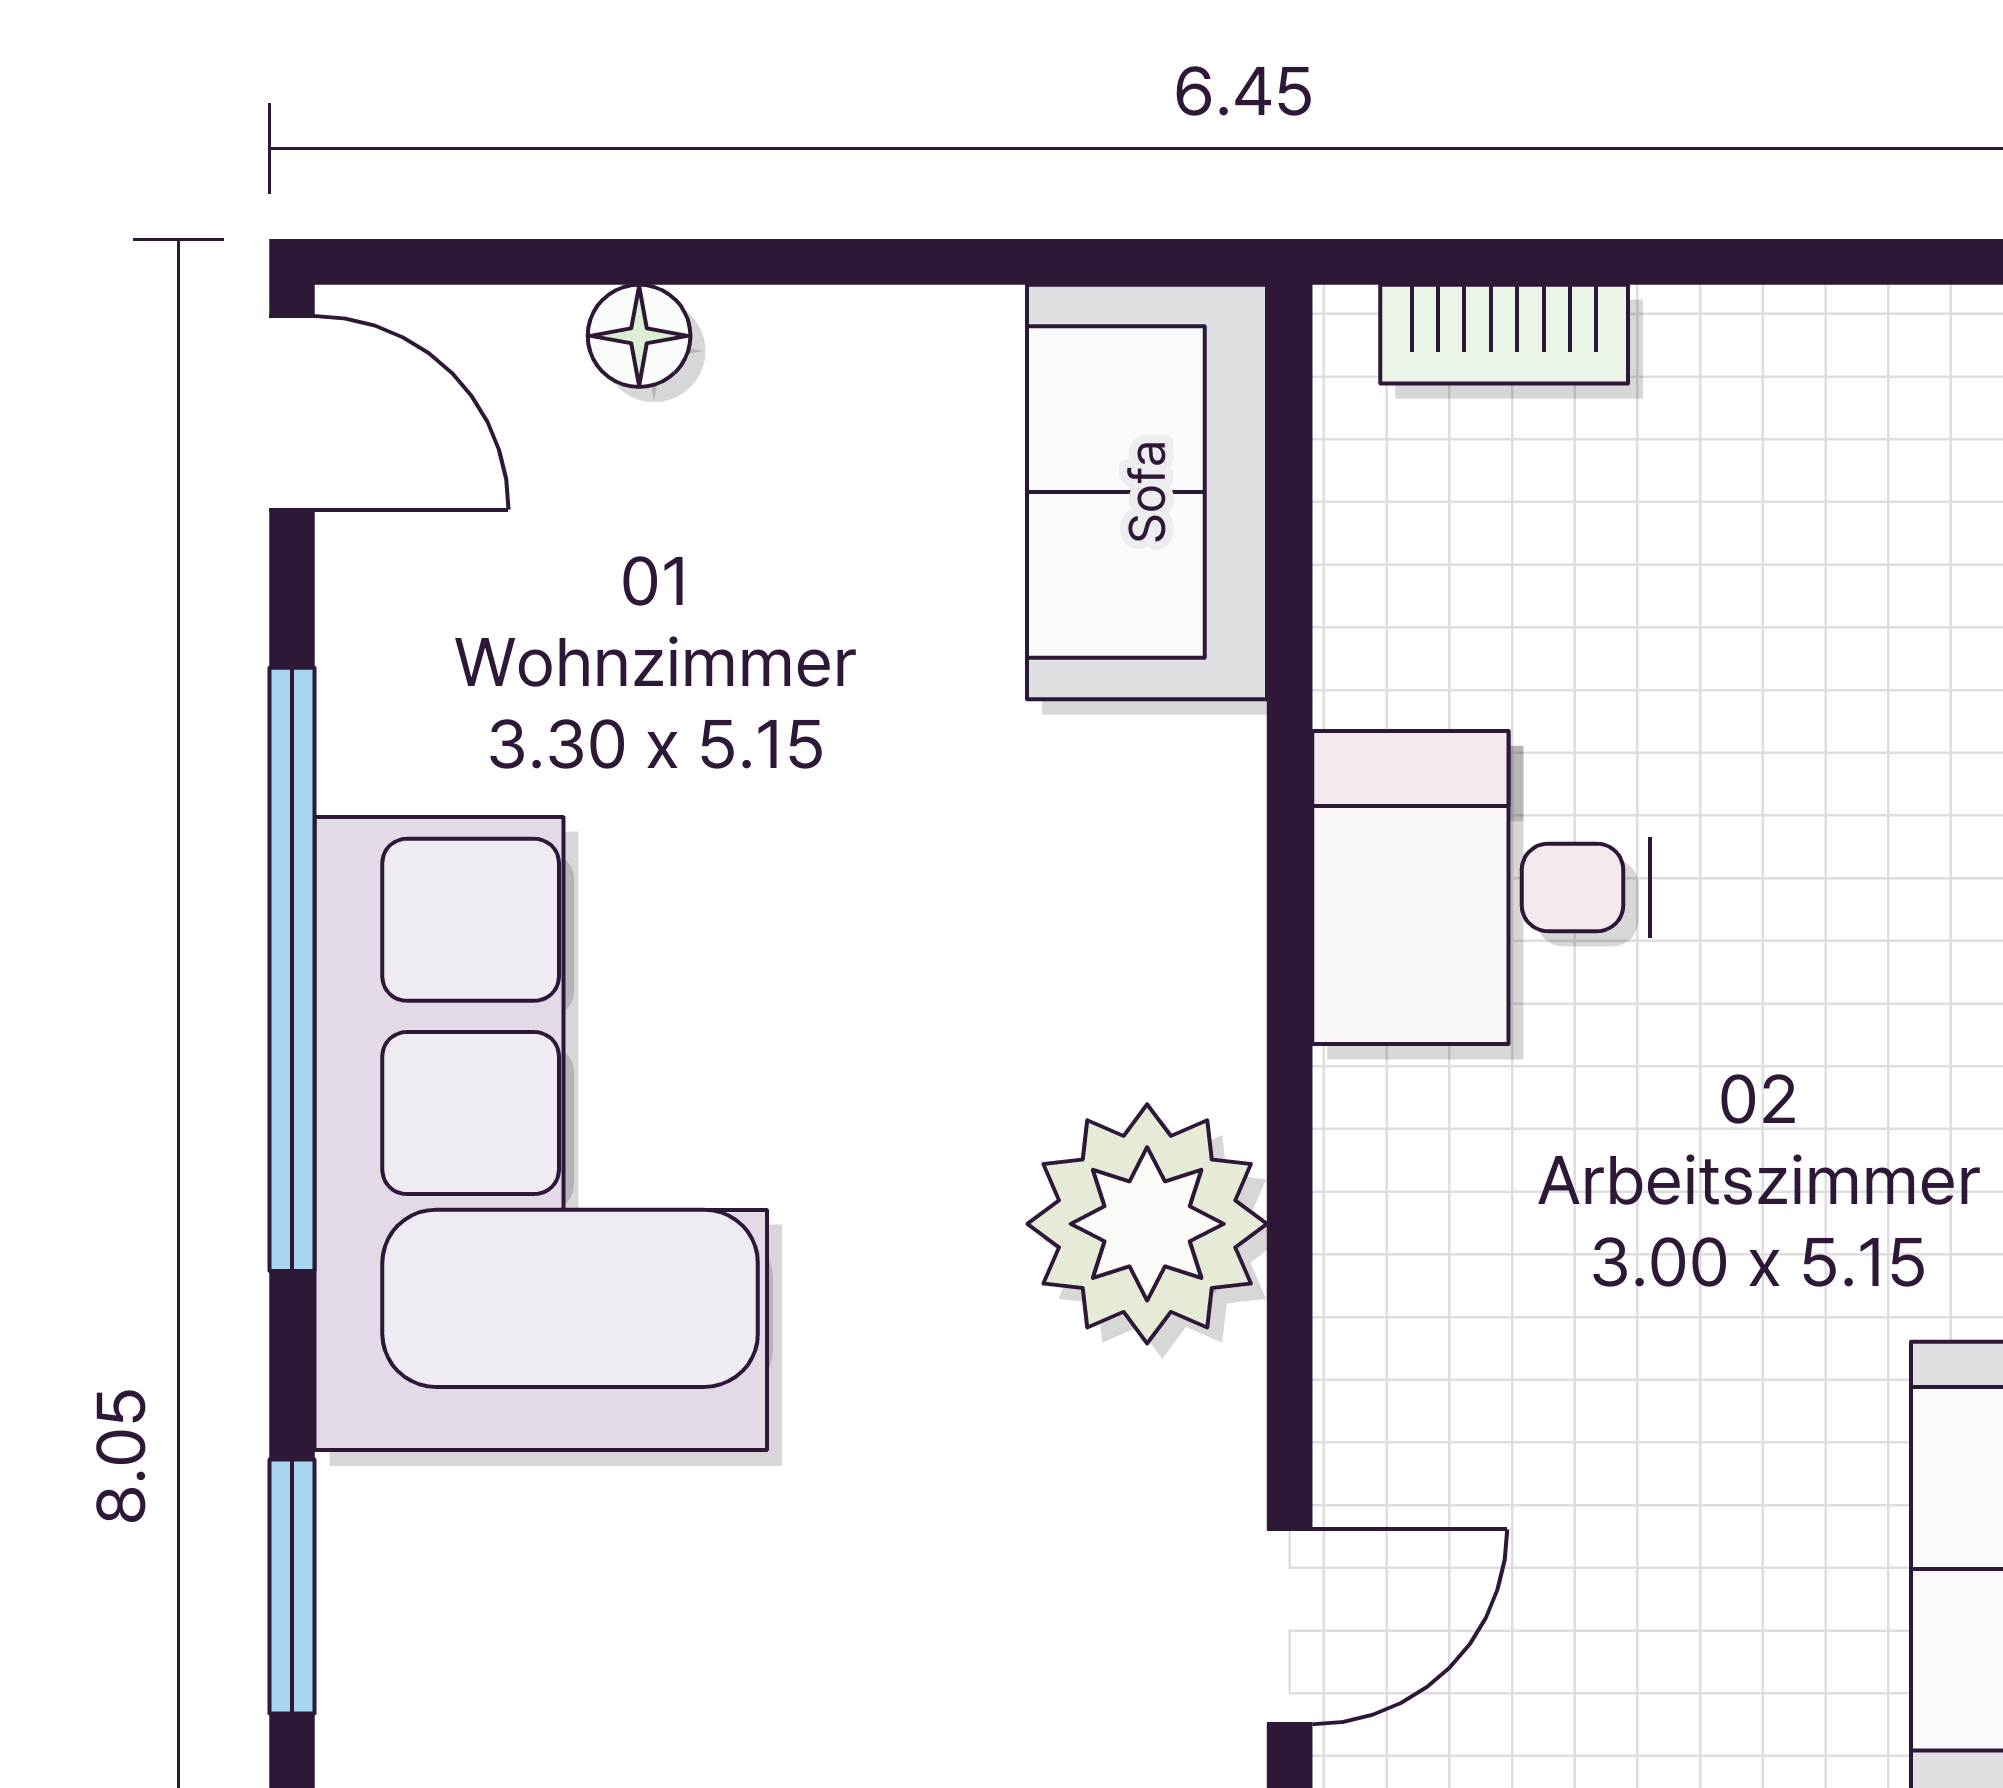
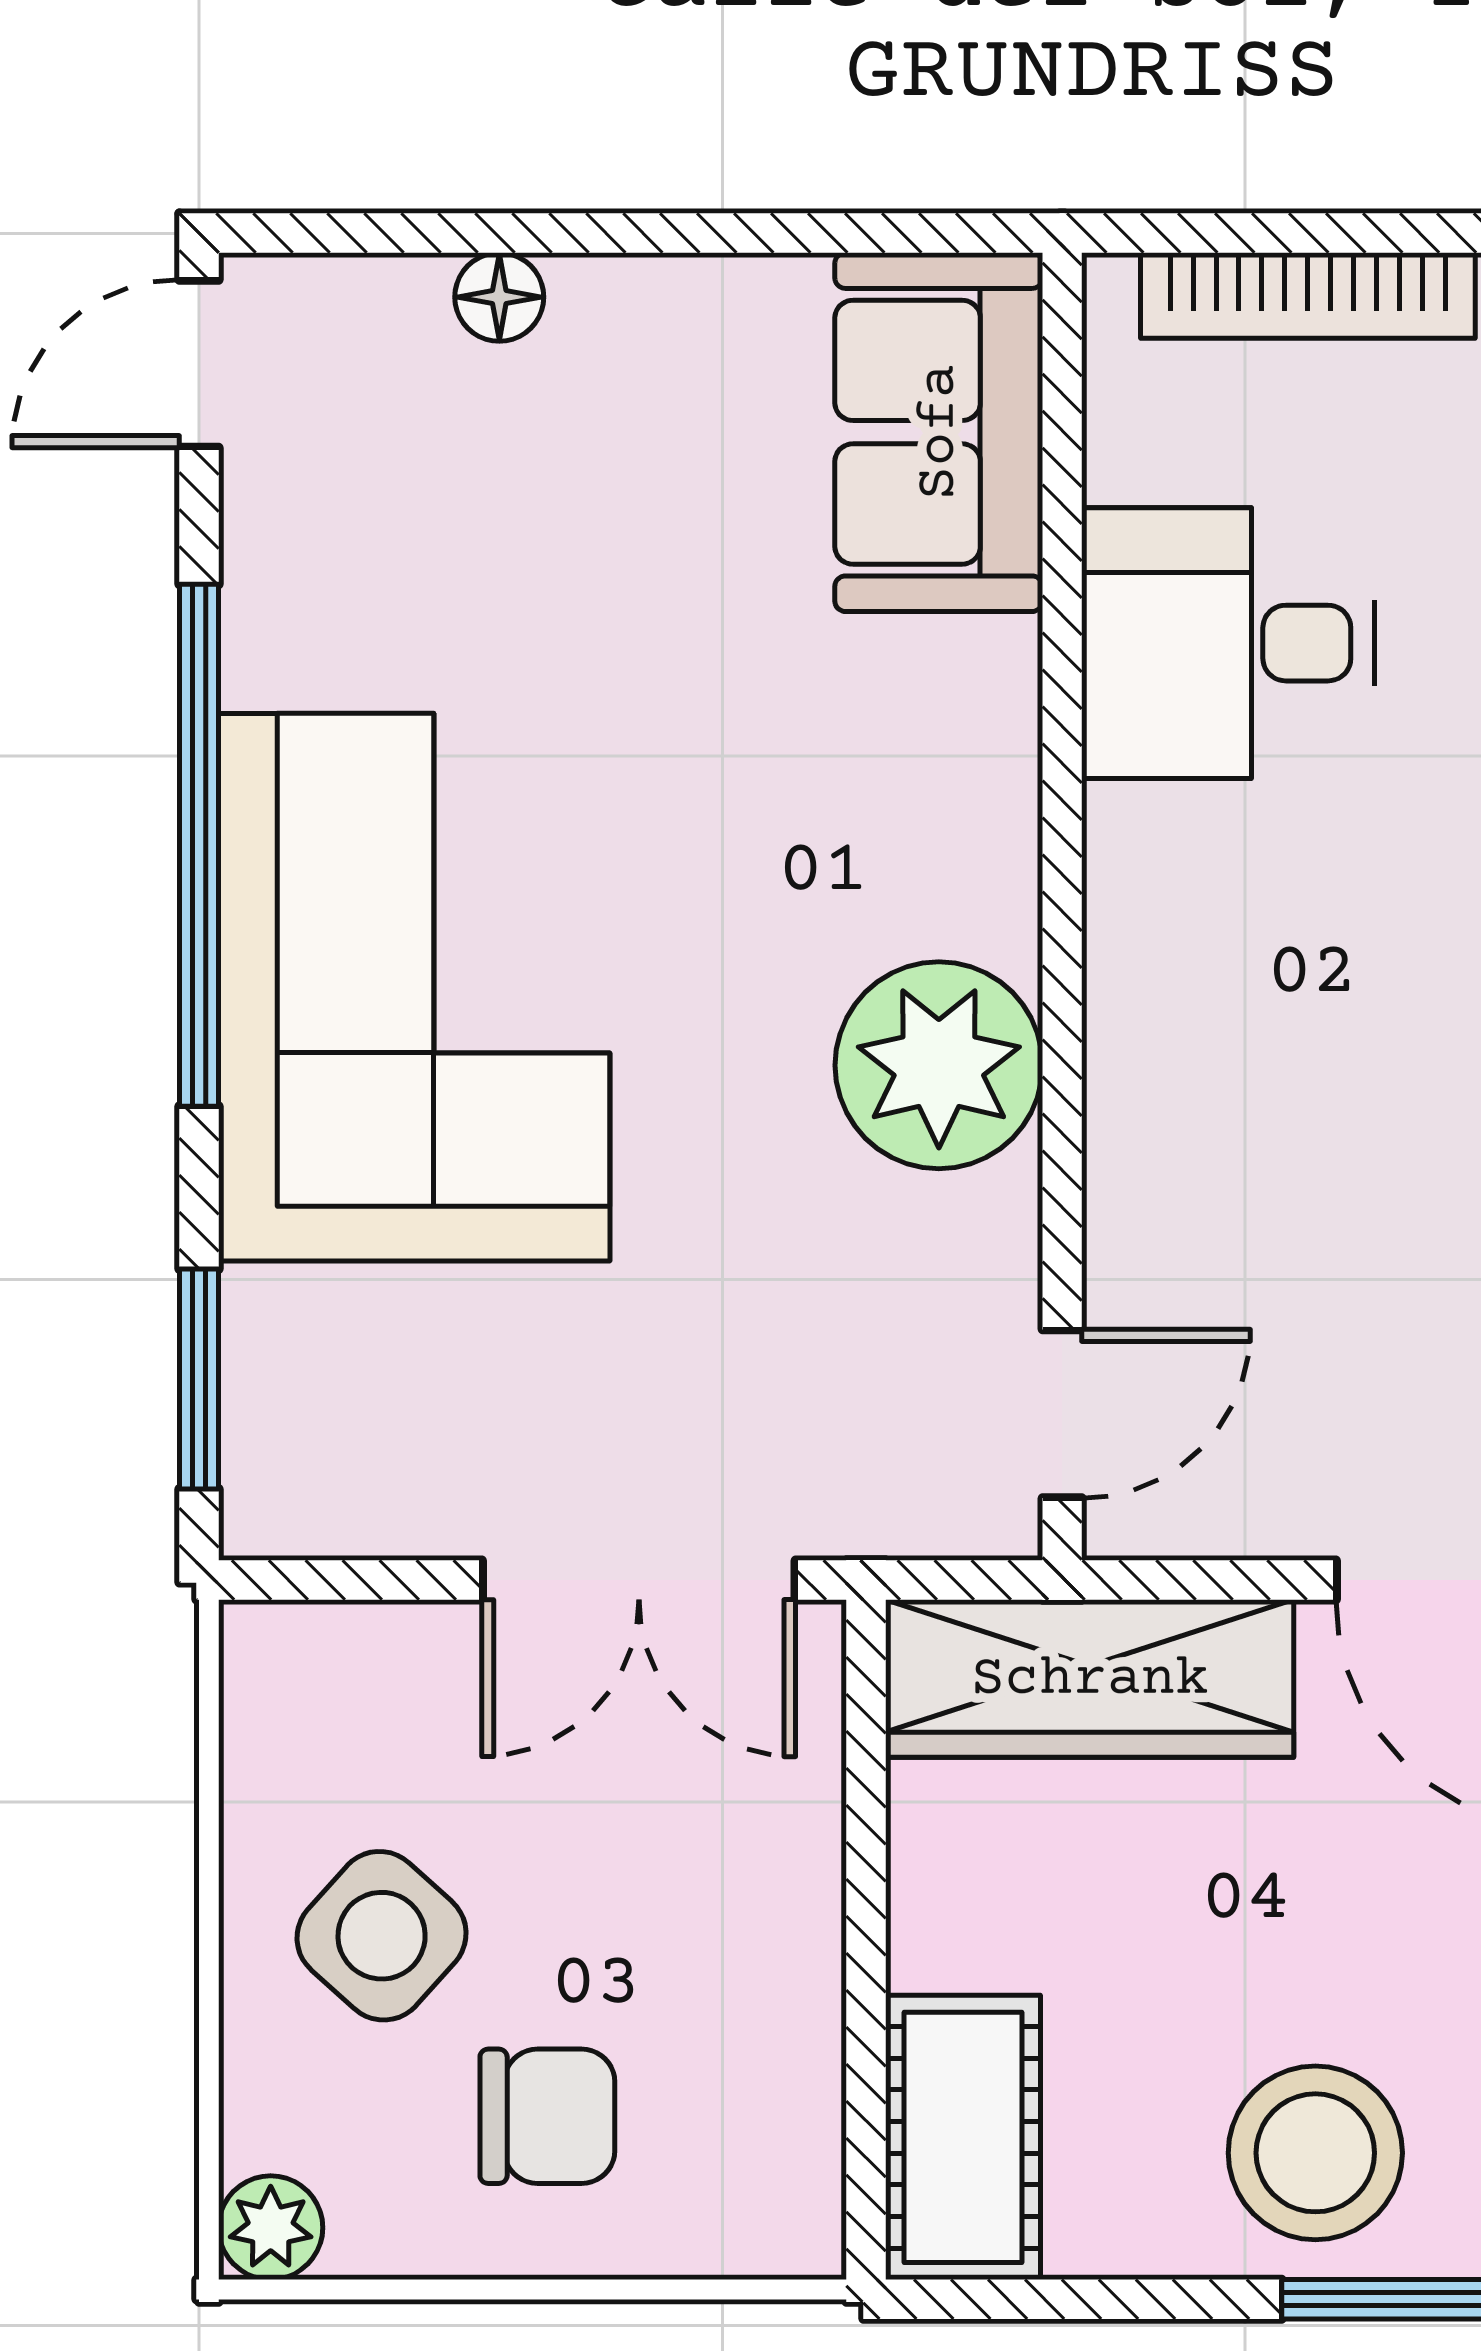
bookcase: (1504, 334) -> (1308, 296), width x1.56
door: (292, 413) -> (199, 364), swing flipped
desk: (1481, 887) -> (1228, 643), moved

